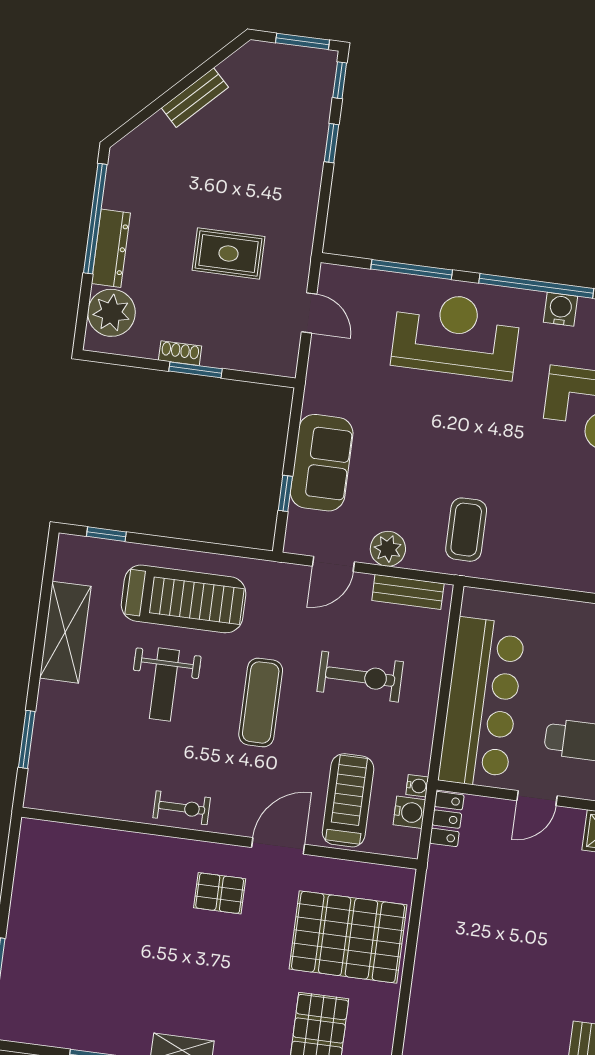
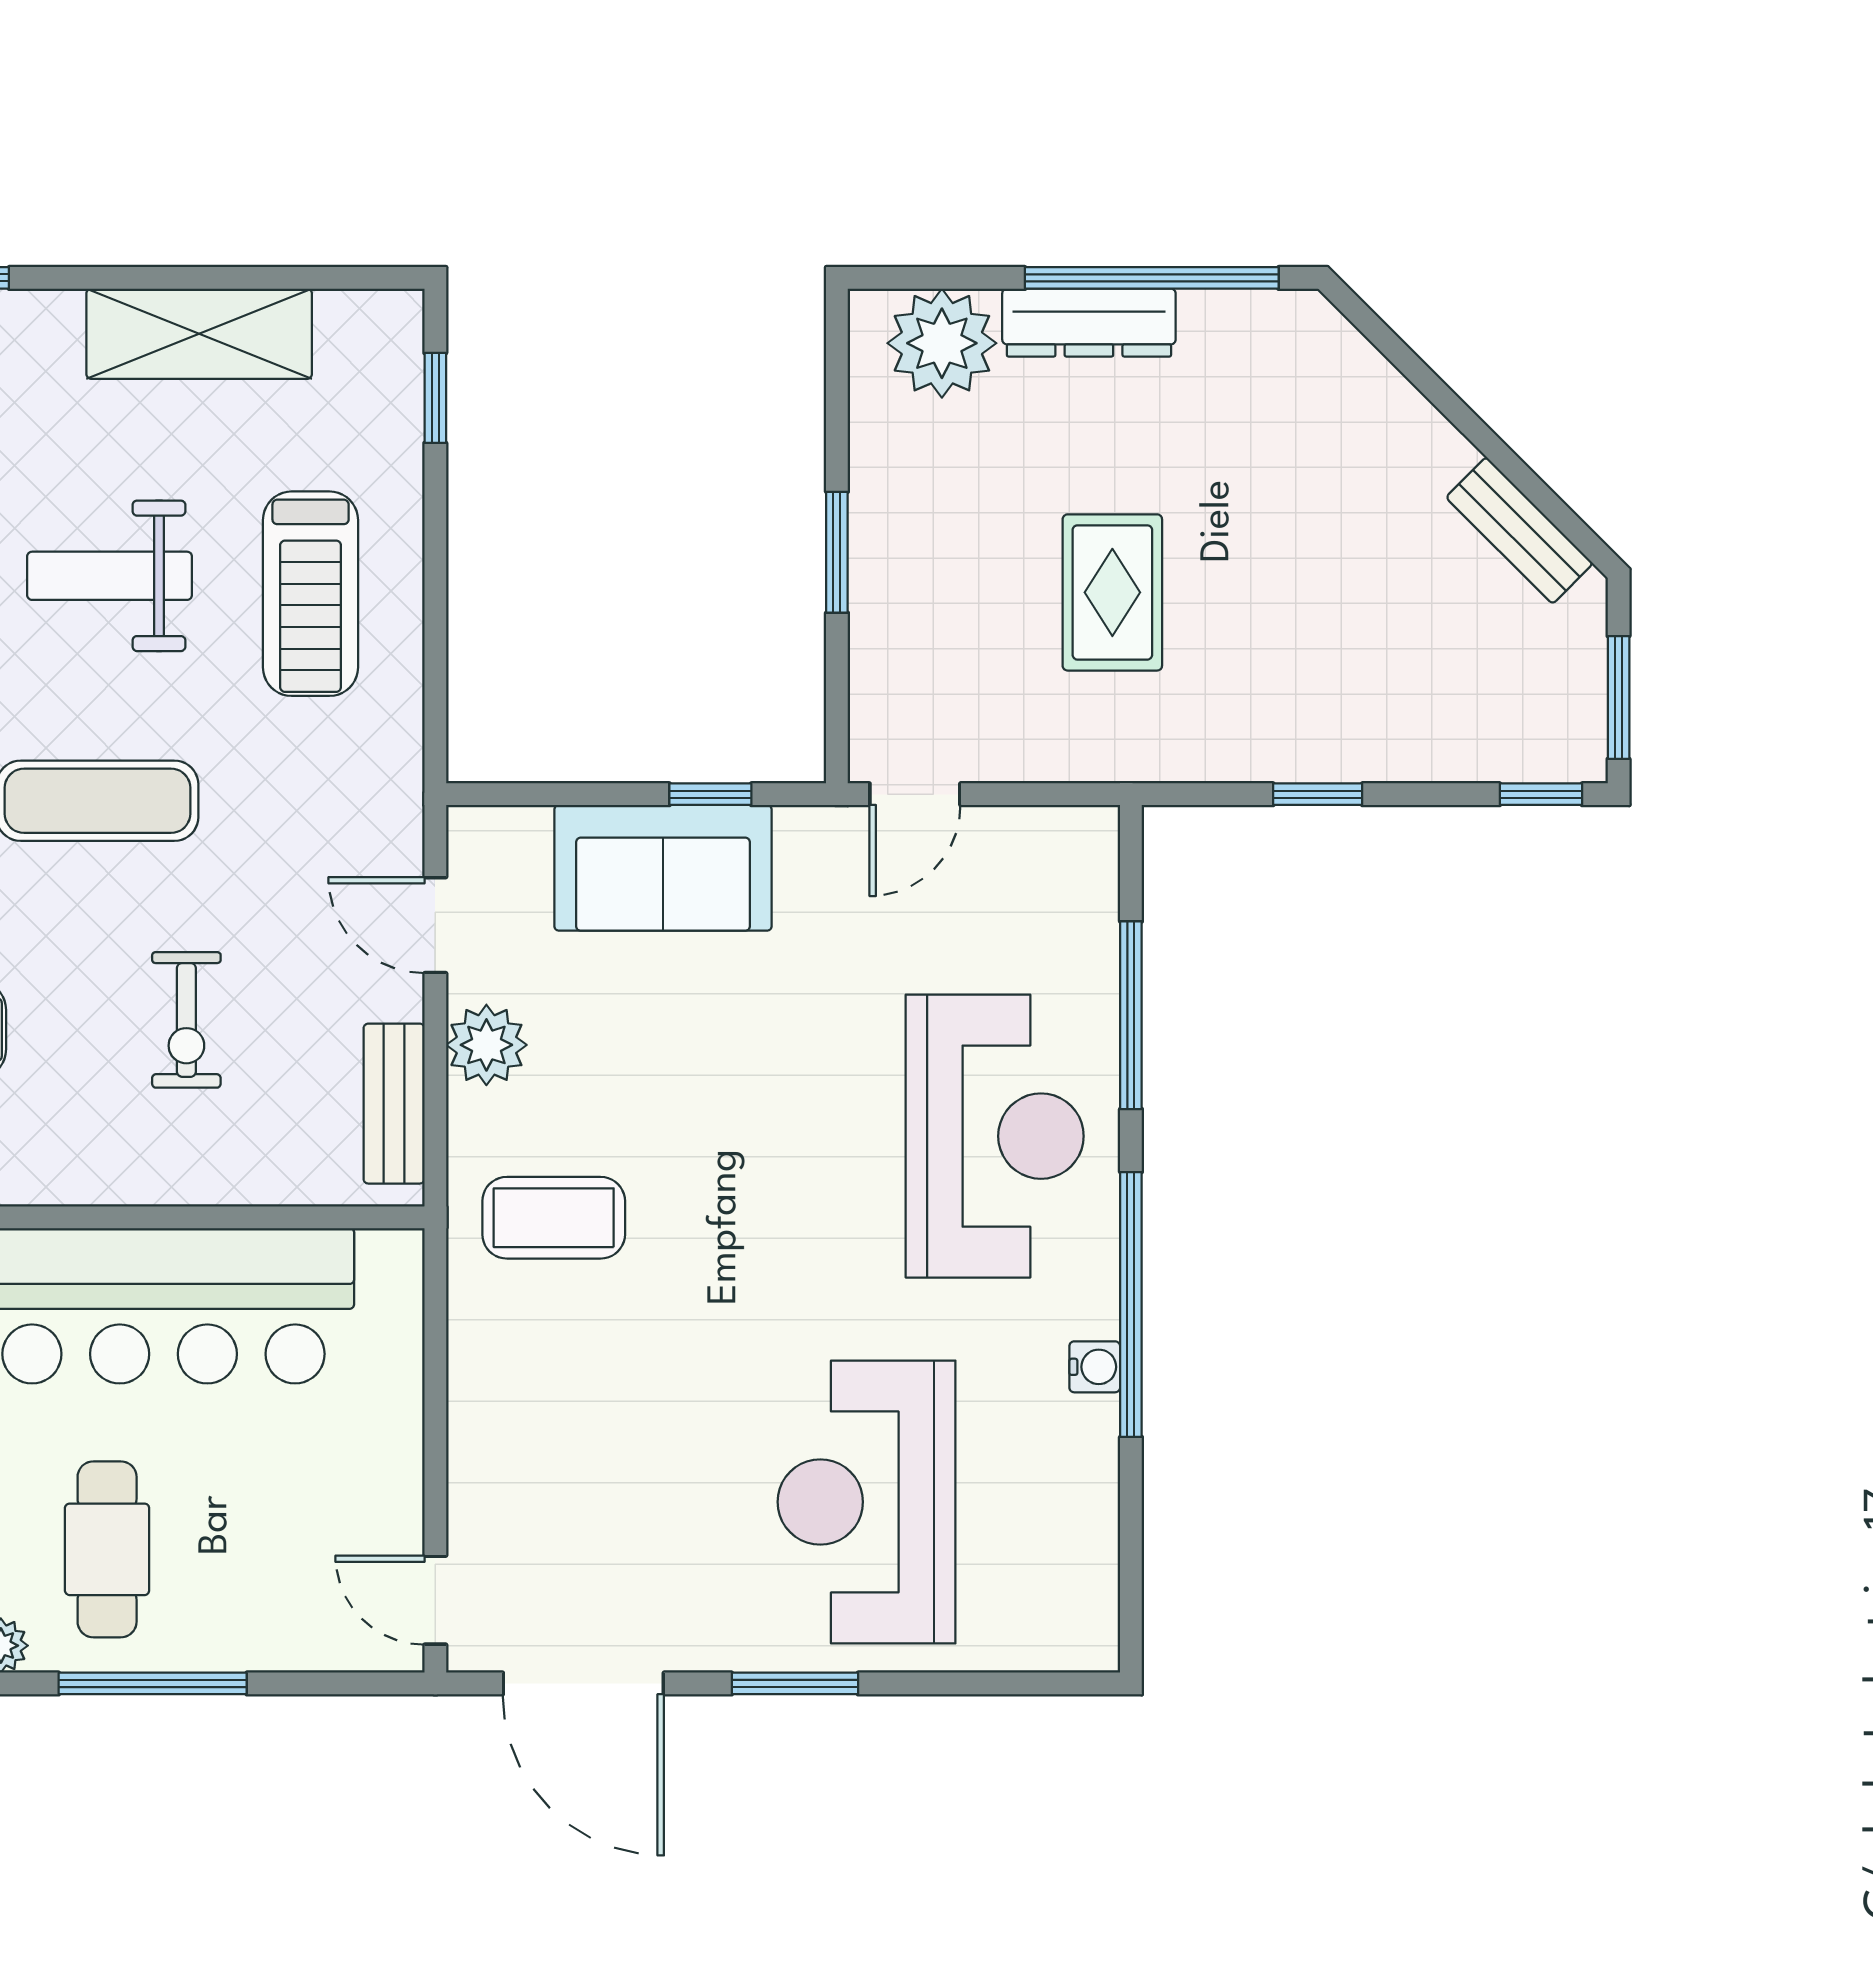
bench: (195, 98) -> (1519, 530), moved
window: (331, 143) -> (1318, 794), moved
water cooler: (561, 309) -> (1095, 1367), width x0.72, depth x0.72
door: (309, 313) -> (915, 794), moved
shoe rack: (180, 353) -> (871, 512), removed
window: (285, 493) -> (710, 794), moved
treadmill: (184, 599) -> (311, 594), width x0.73, depth x0.73
exercise bike: (360, 677) -> (186, 1020), width x0.73, depth x0.72

